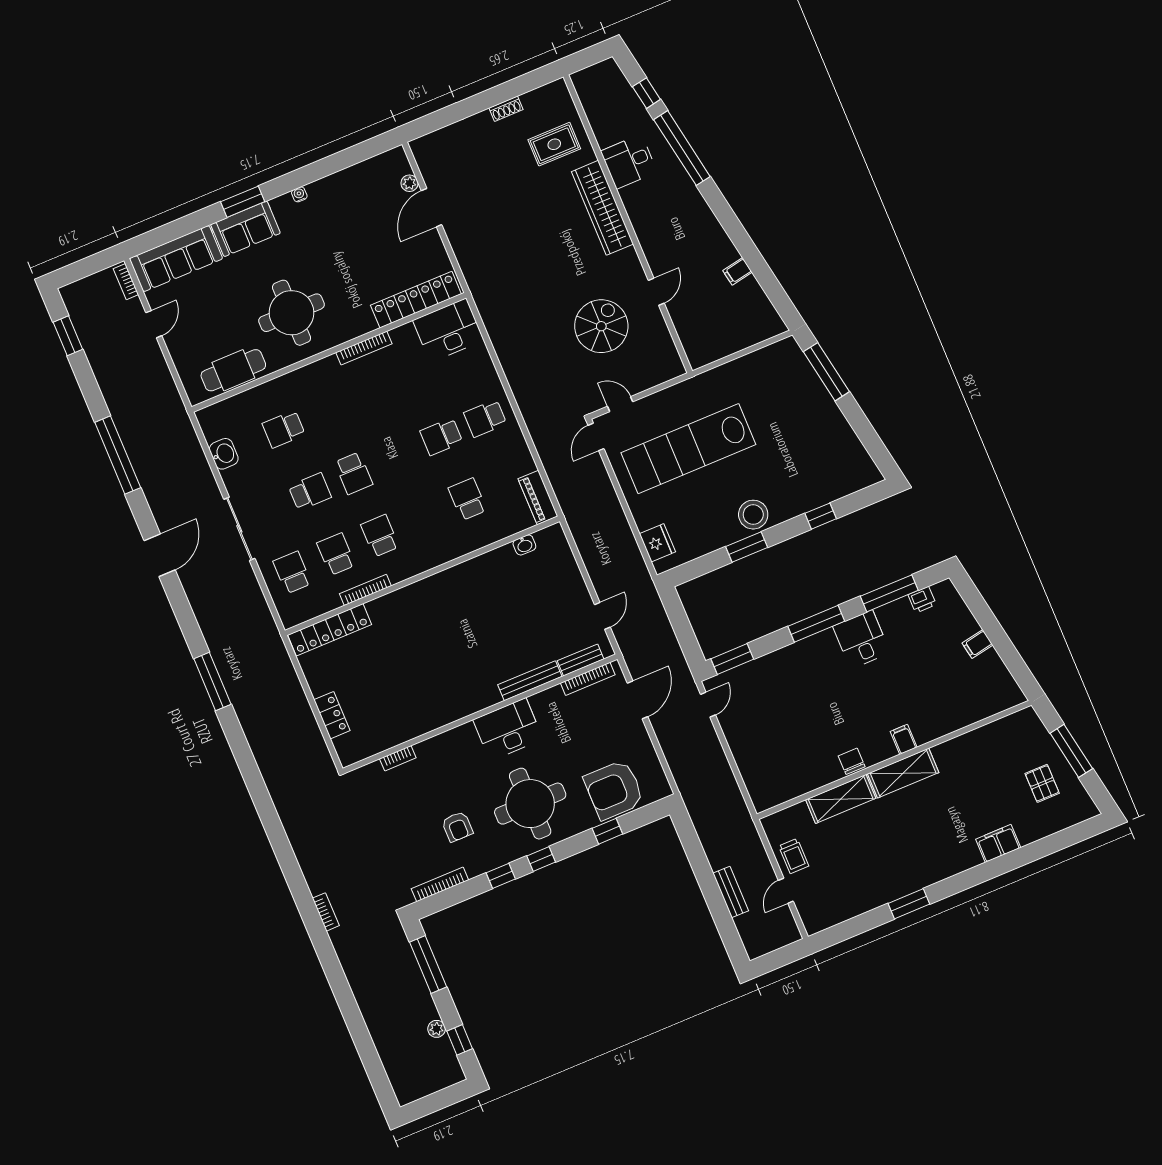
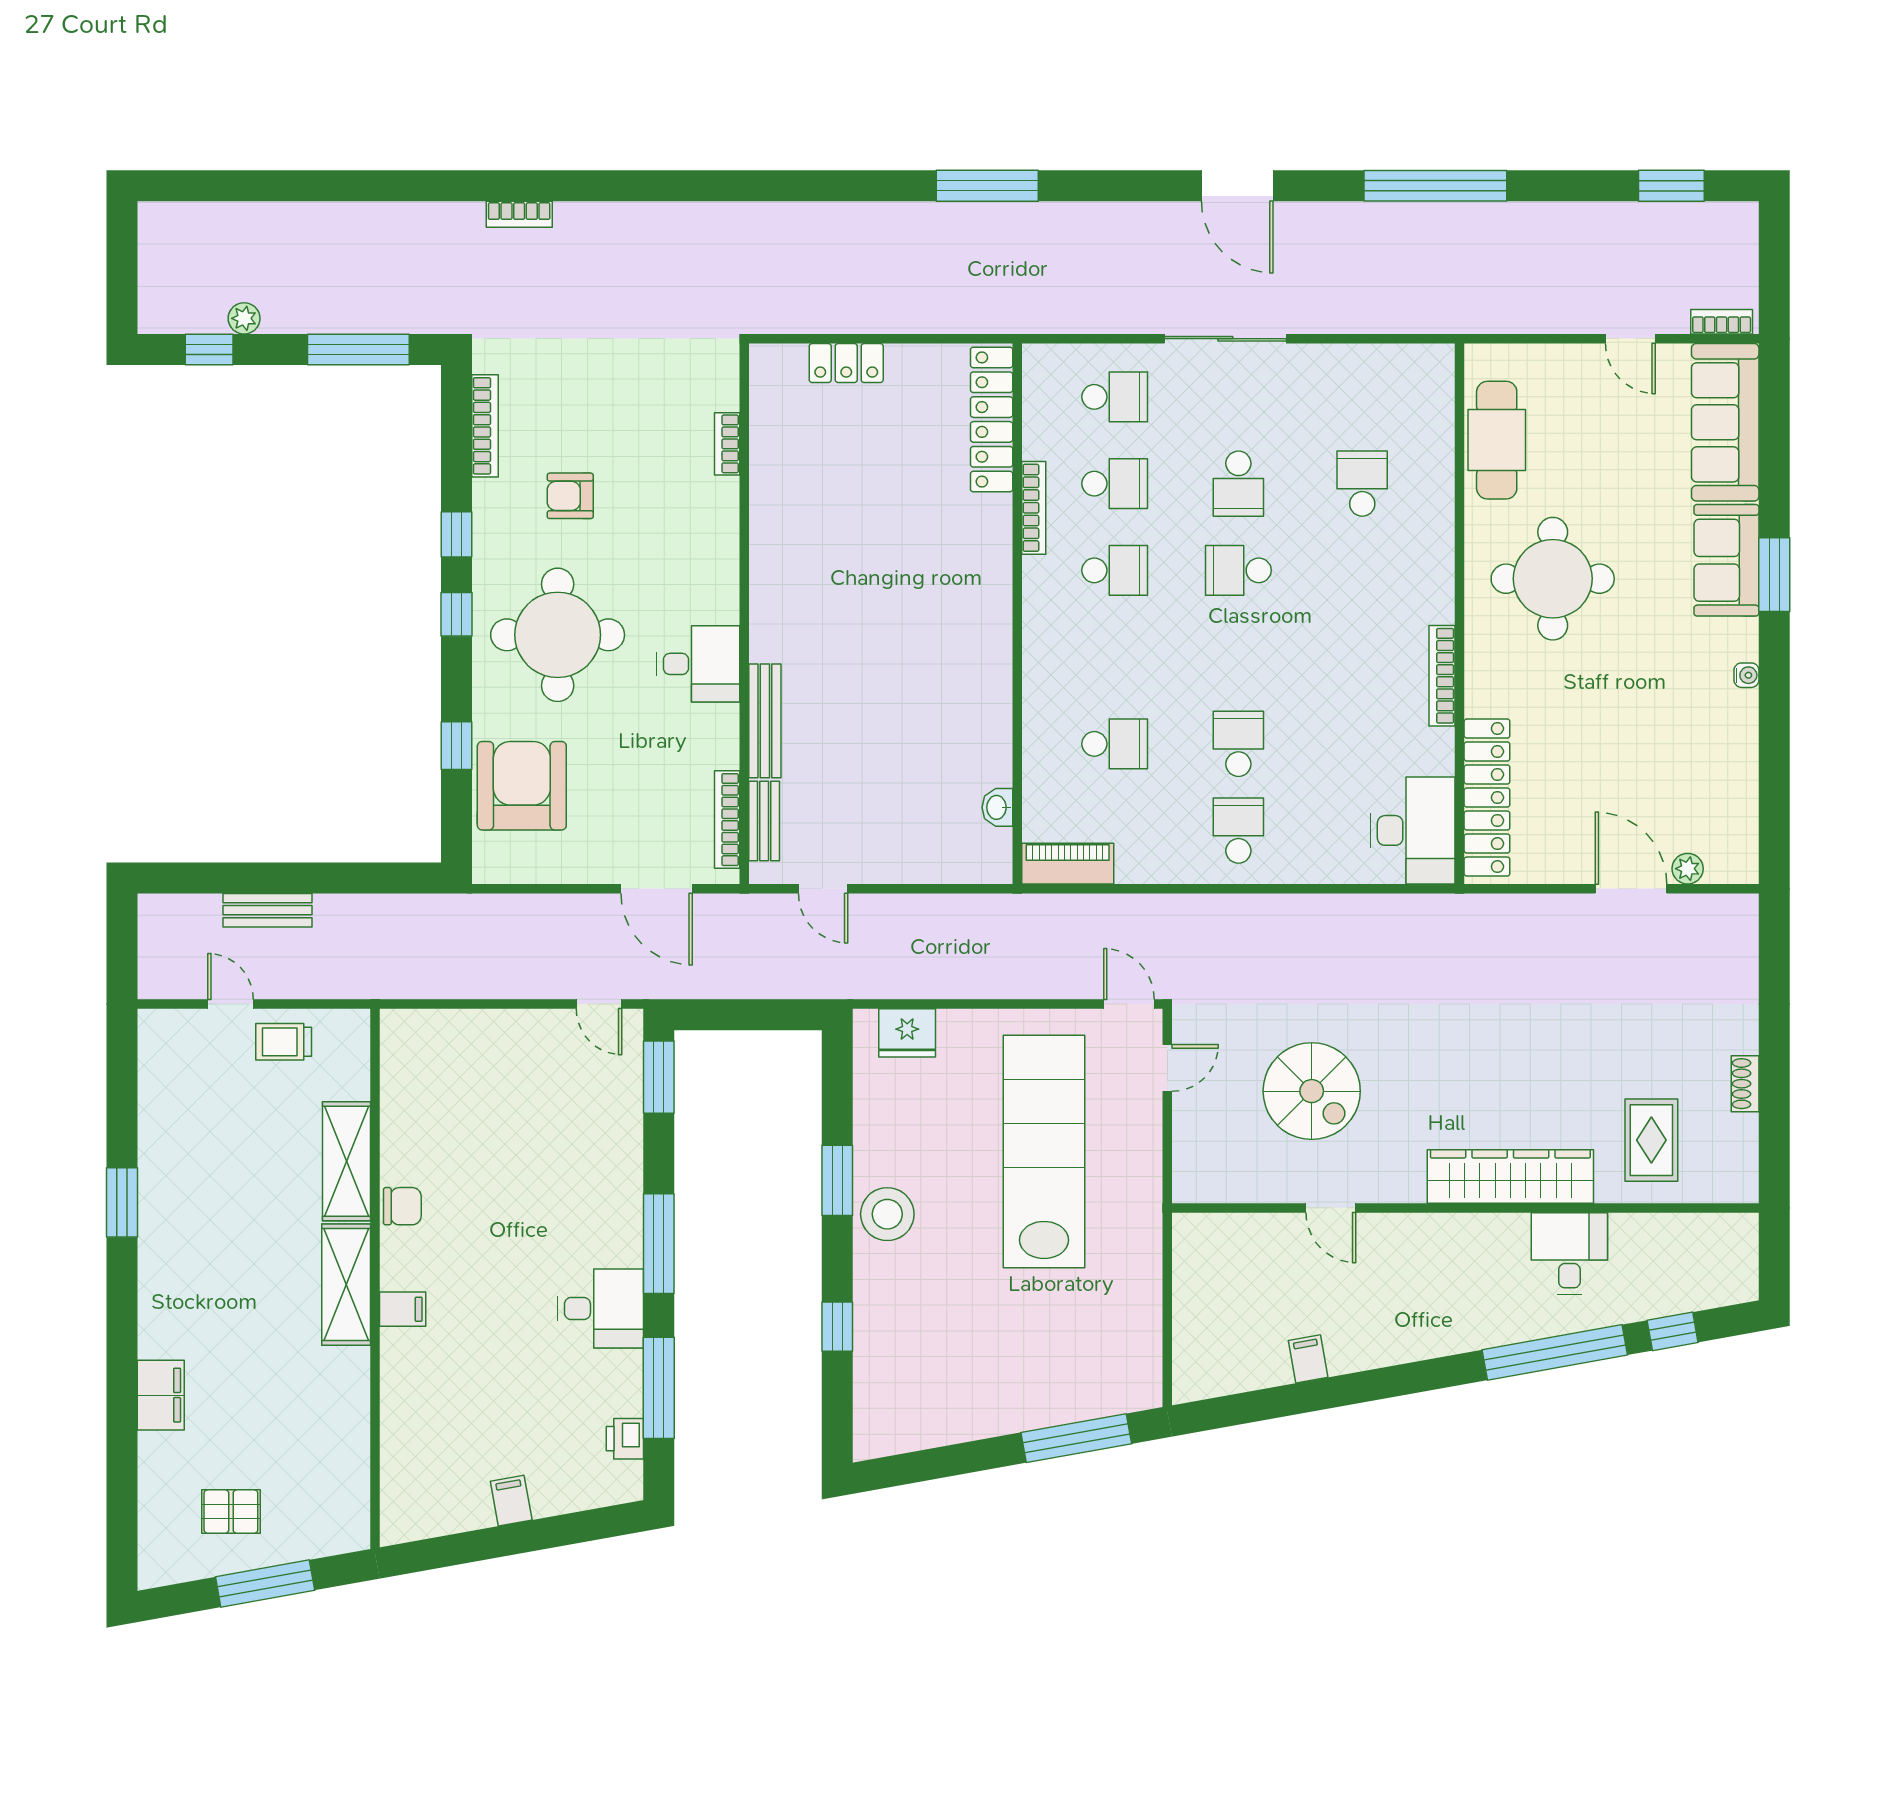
washbasin: (224, 454) -> (1363, 365), removed
desk: (508, 729) -> (698, 664), width x0.73

